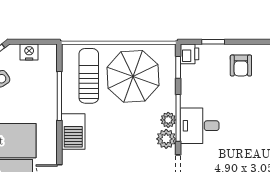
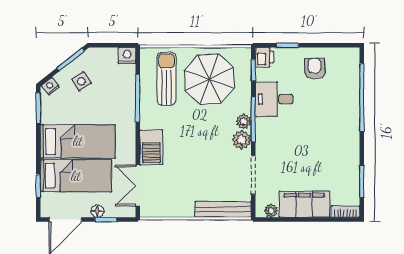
nightstand: (29, 52) -> (127, 55), moved
armchair: (241, 66) -> (314, 68), turned 180
desk: (200, 126) -> (274, 99), moved
barbecue: (73, 131) -> (151, 147), moved

